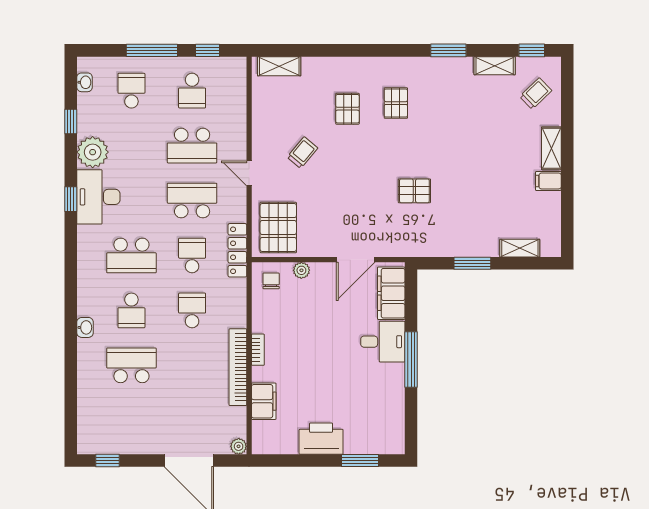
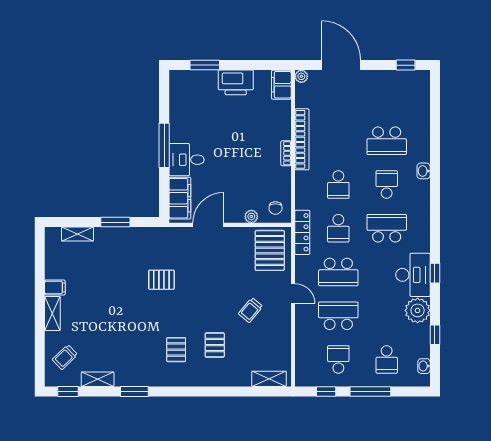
filing cabinet: (264, 401) -> (281, 85), moved

